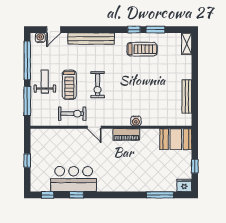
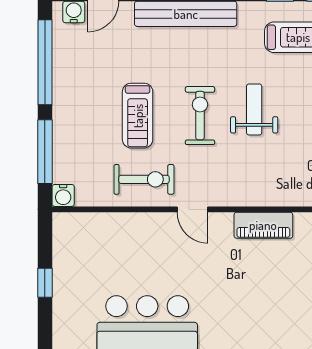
weight bench: (45, 82) -> (254, 109), moved
exercise bike: (98, 85) -> (200, 116), turned 180
water cooler: (136, 121) -> (63, 195), moved

